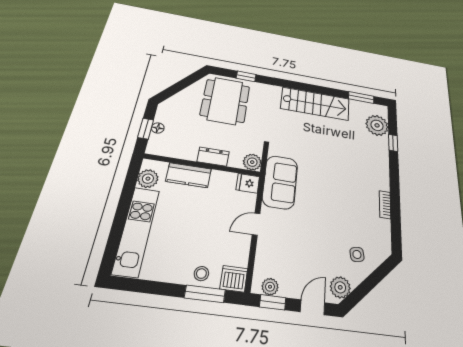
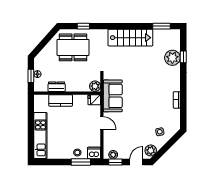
dining table: (225, 101) -> (73, 47), turned 90
plant: (377, 125) -> (172, 58), moved
dresser: (213, 157) -> (57, 87), moved
plant: (148, 179) -> (39, 106), removed
door: (256, 224) -> (102, 123), swing flipped

